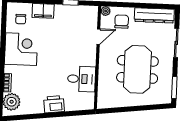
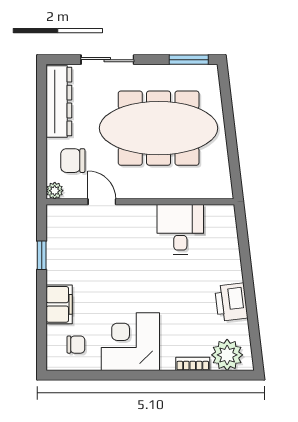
meeting table: (137, 69) -> (159, 128), width x1.36
printer: (54, 104) -> (231, 302), moved

